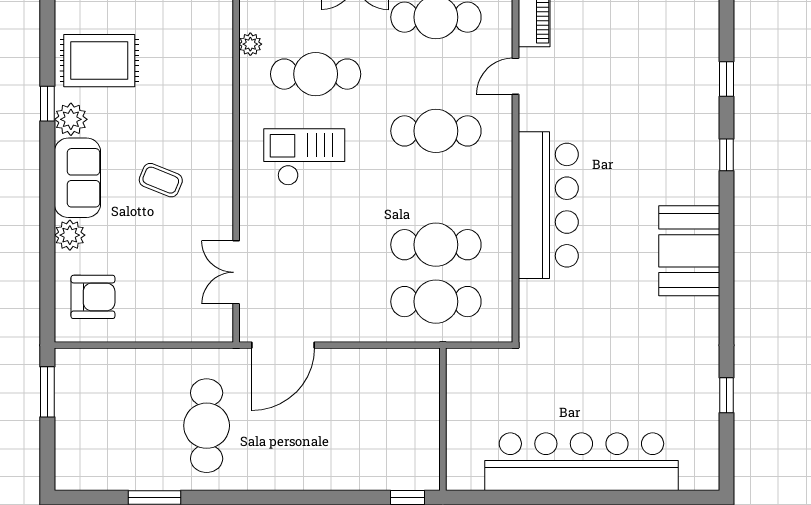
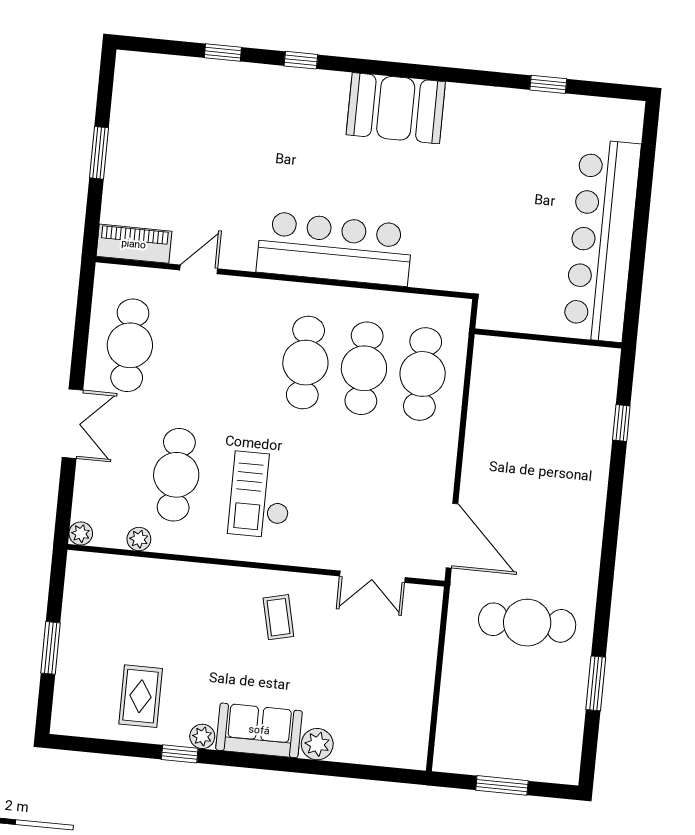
rug: (99, 61) -> (141, 696), width x0.73, depth x0.70
door: (516, 76) -> (199, 269), swing flipped
plant: (71, 119) -> (202, 736), width x0.73, depth x0.73
cafe table: (436, 131) -> (305, 363), moved
coffee table: (161, 180) -> (278, 617), moved, turned -35
armchair: (93, 297) -> (383, 726), removed
window: (47, 392) -> (502, 785), moved
wall: (443, 419) -> (548, 338), moved

